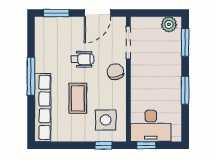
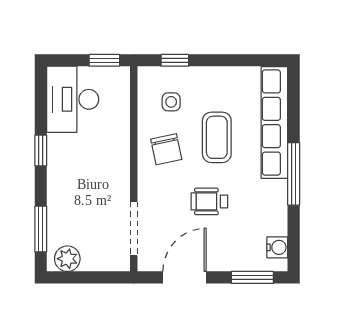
water cooler: (41, 31) -> (277, 247), added
chair: (115, 72) -> (166, 149), moved
window: (185, 90) -> (41, 151), width x0.67
side table: (106, 120) -> (171, 102), width x0.54, depth x0.54
desk: (151, 126) -> (73, 99), moved, turned -90

